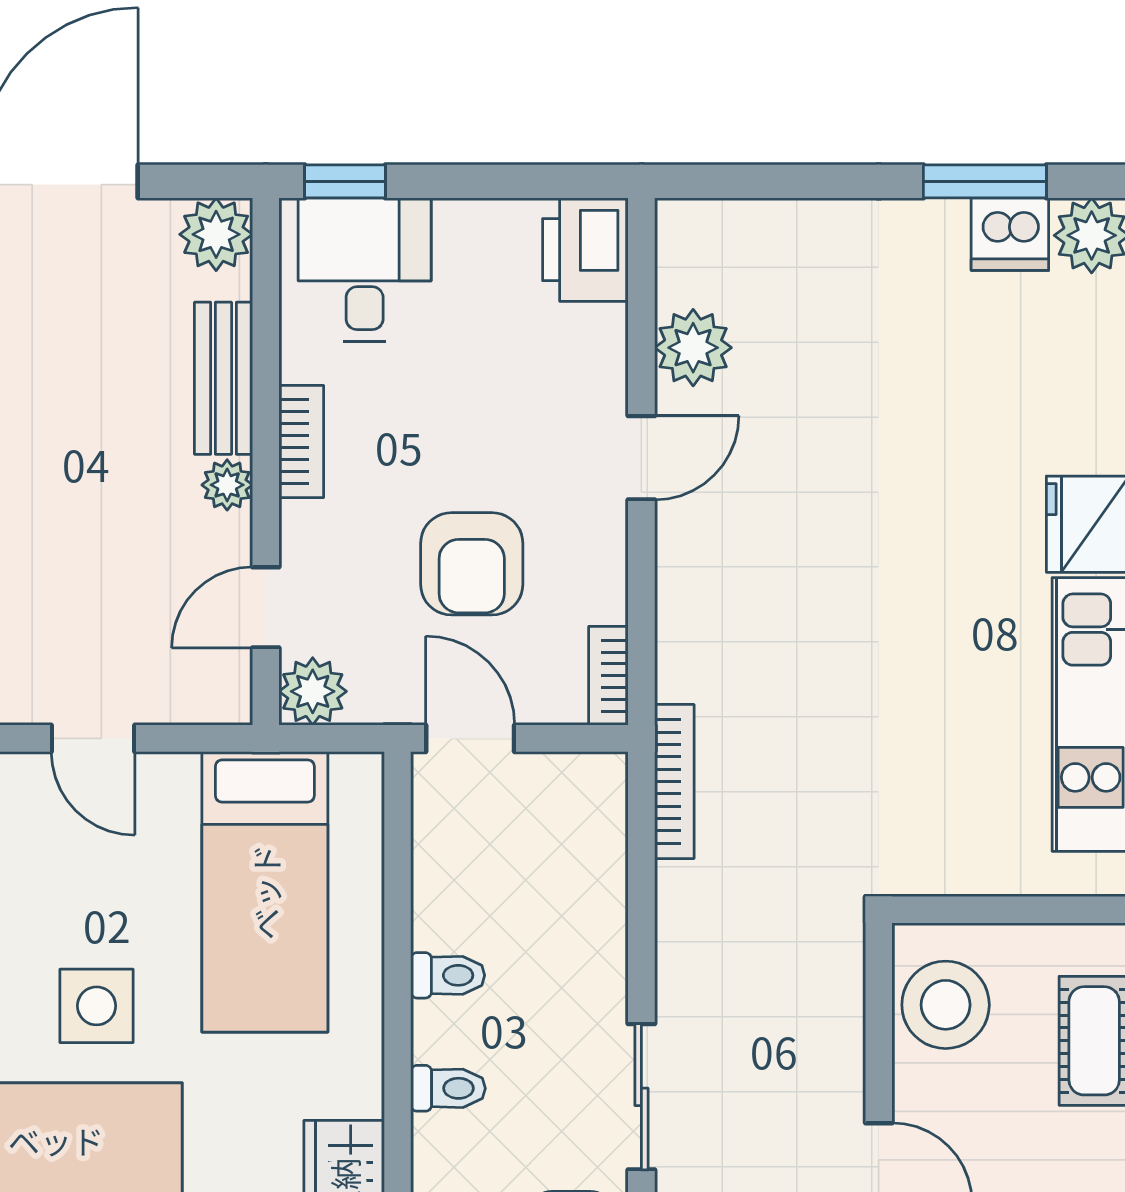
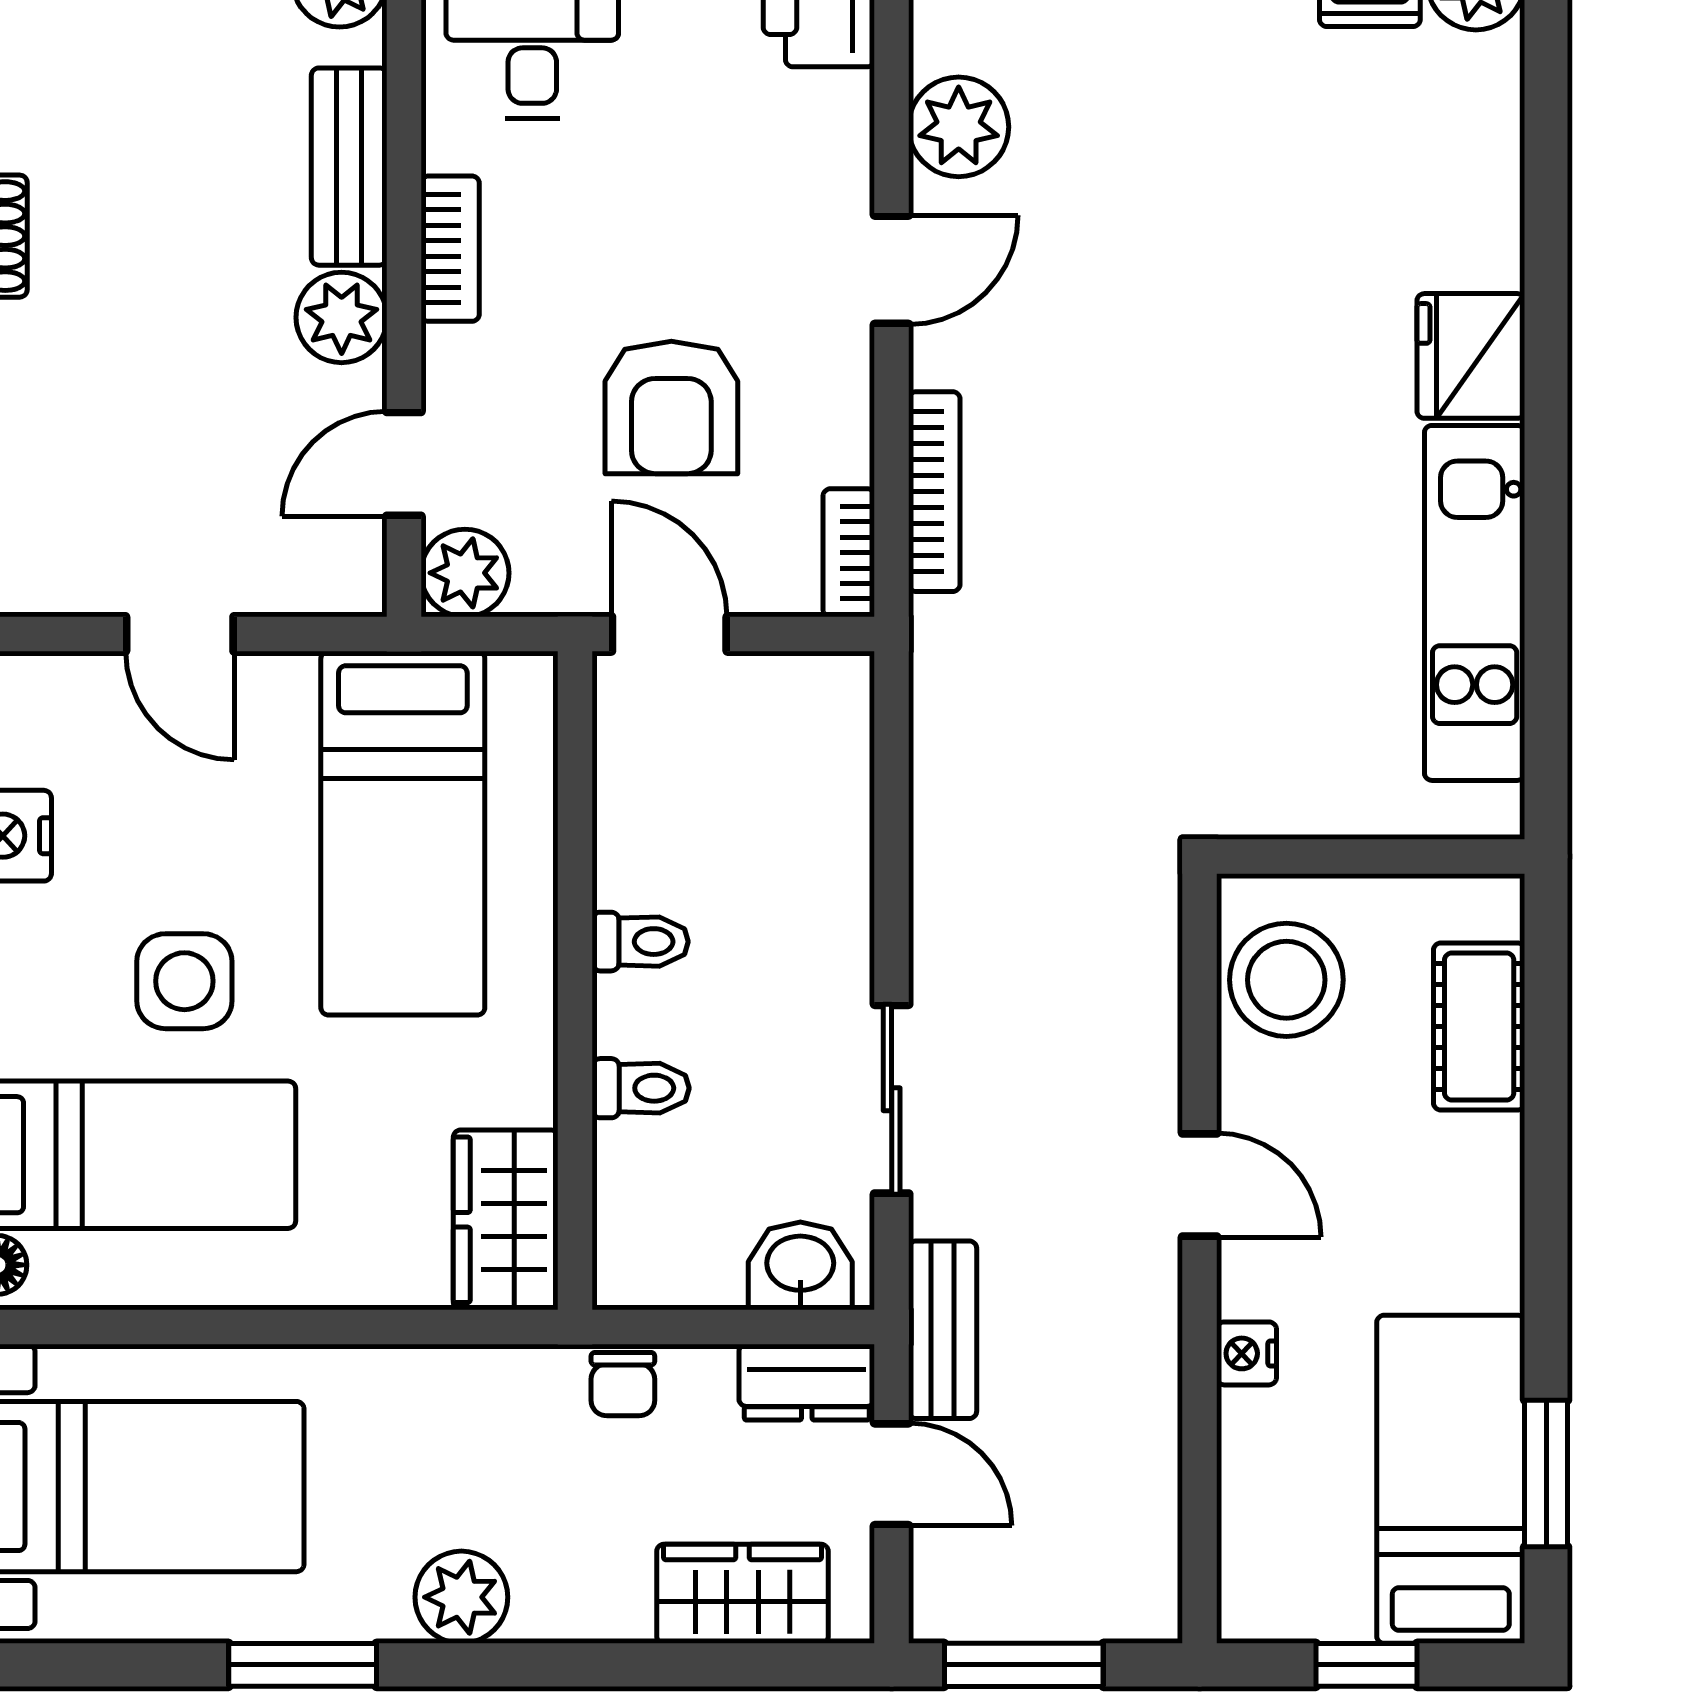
plant: (227, 485) -> (342, 317), width x1.38, depth x1.38
bookcase: (674, 781) -> (934, 492), moved

